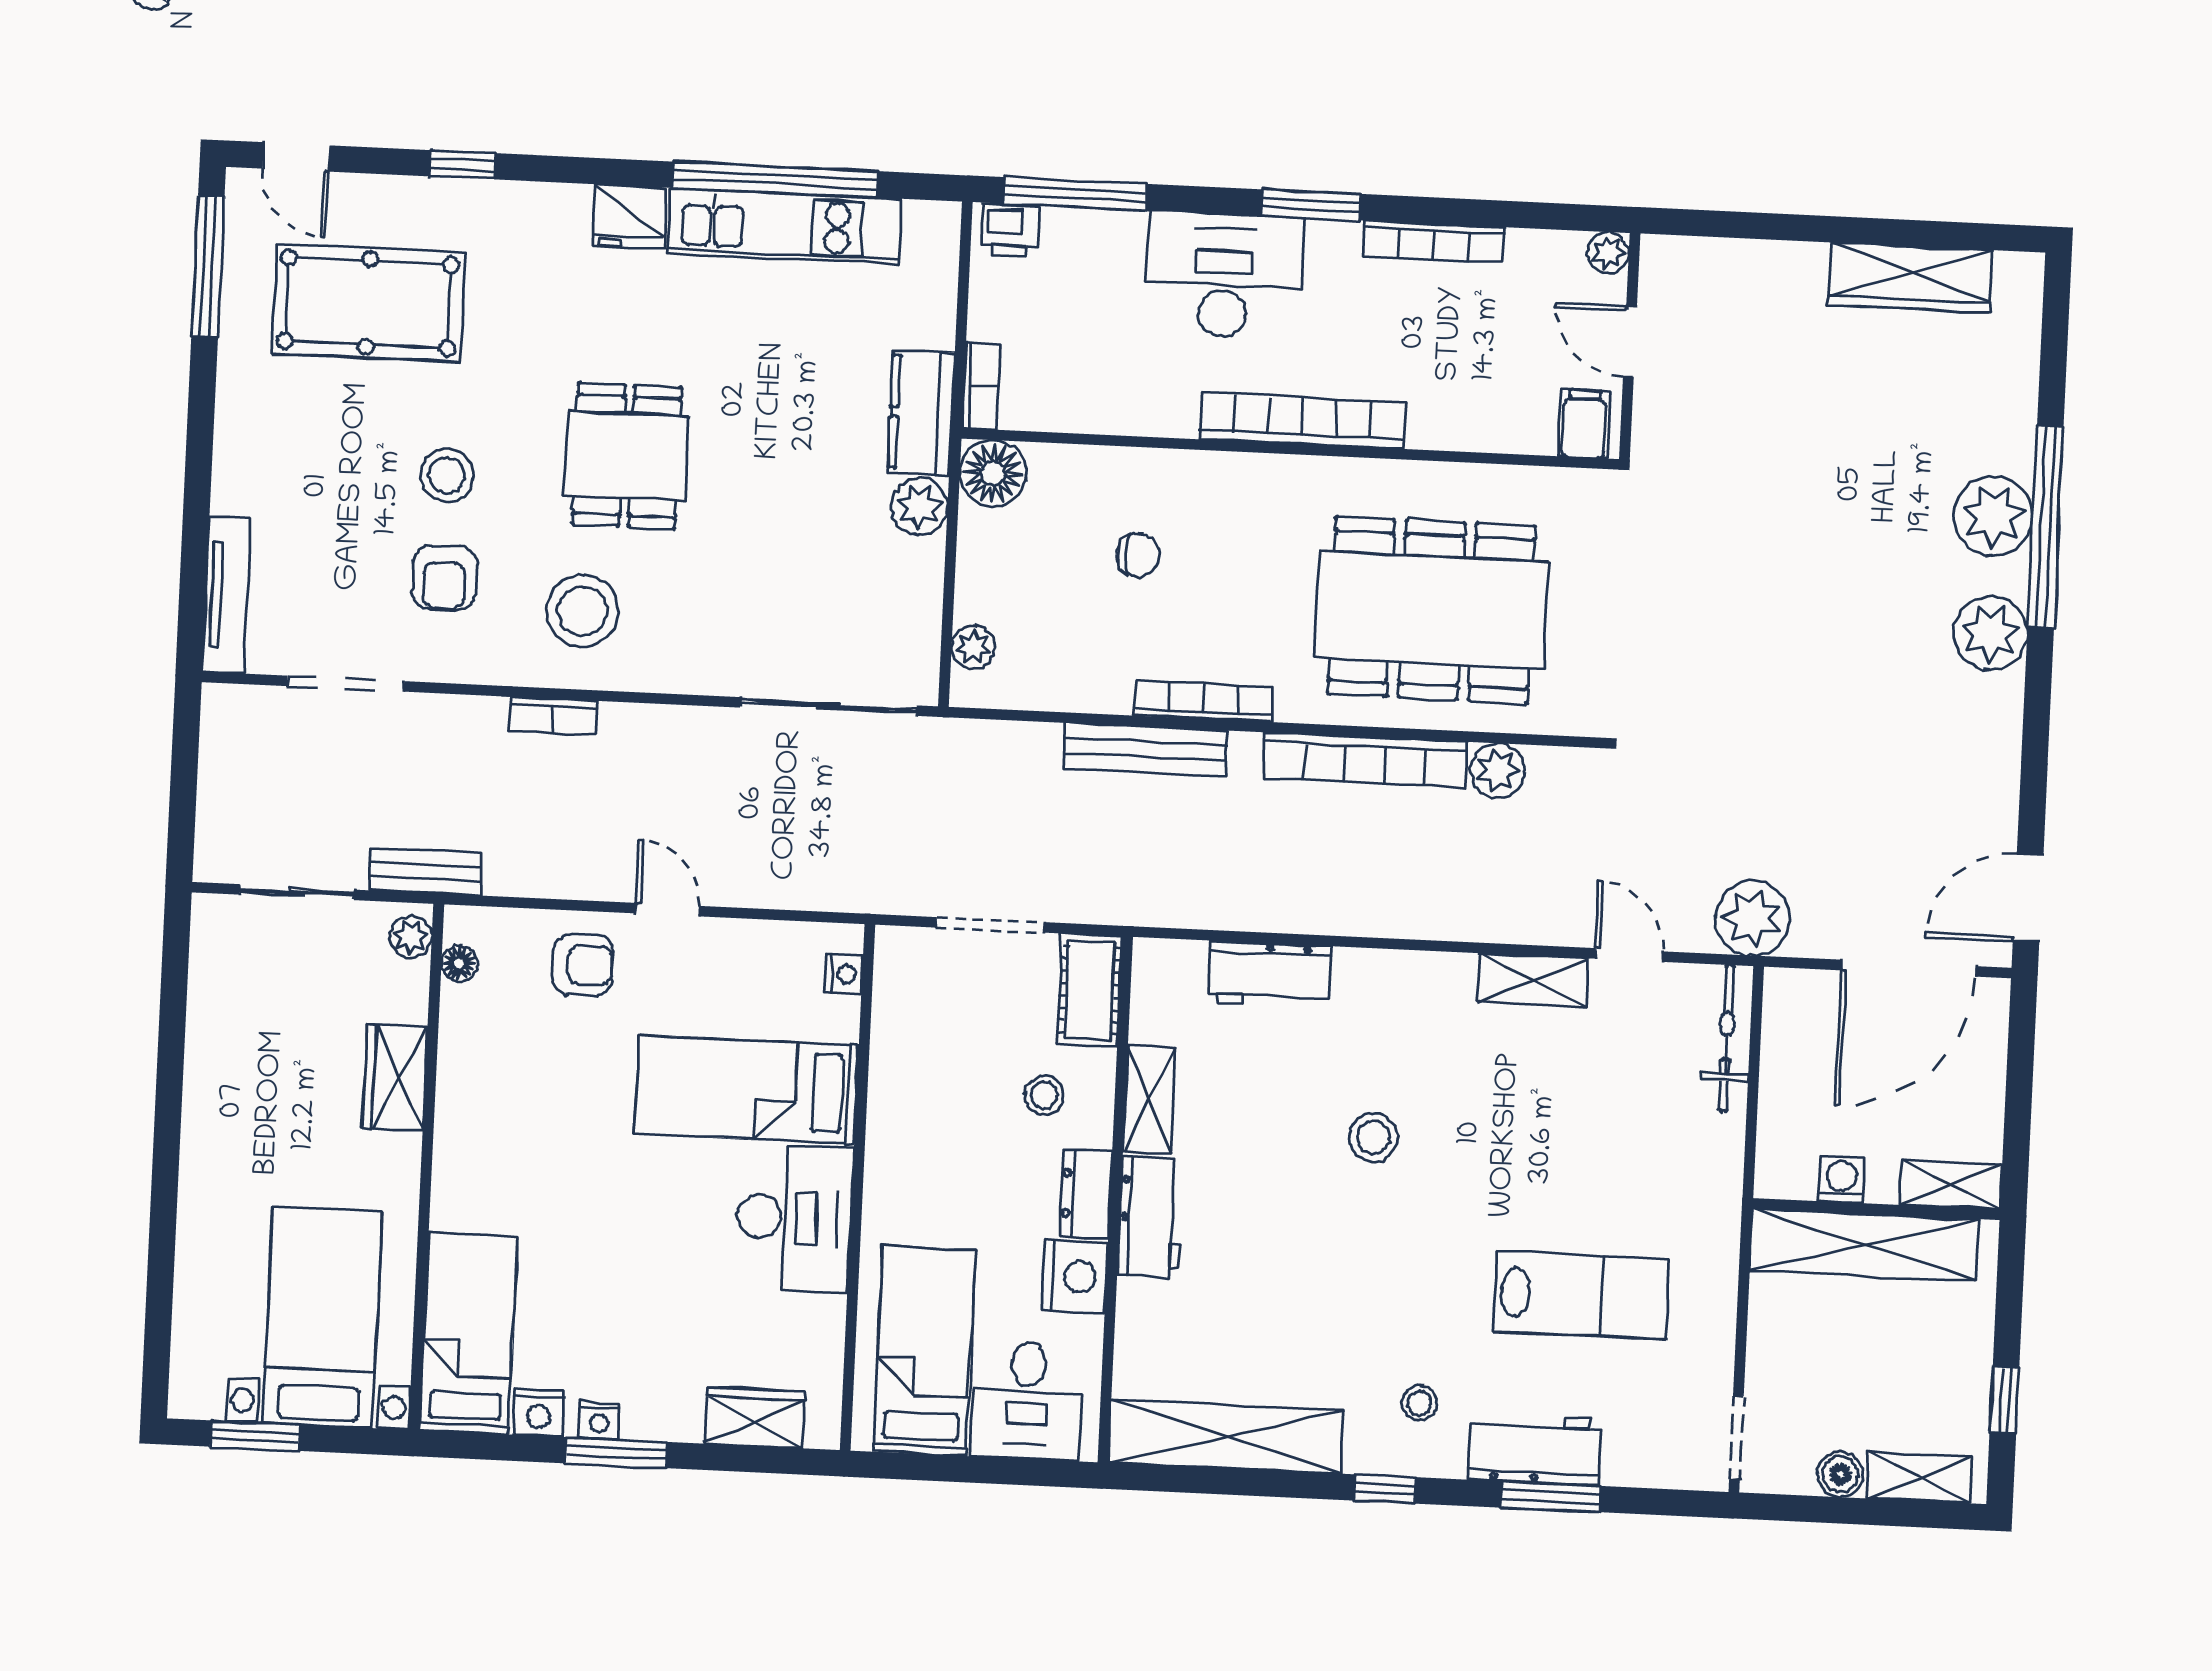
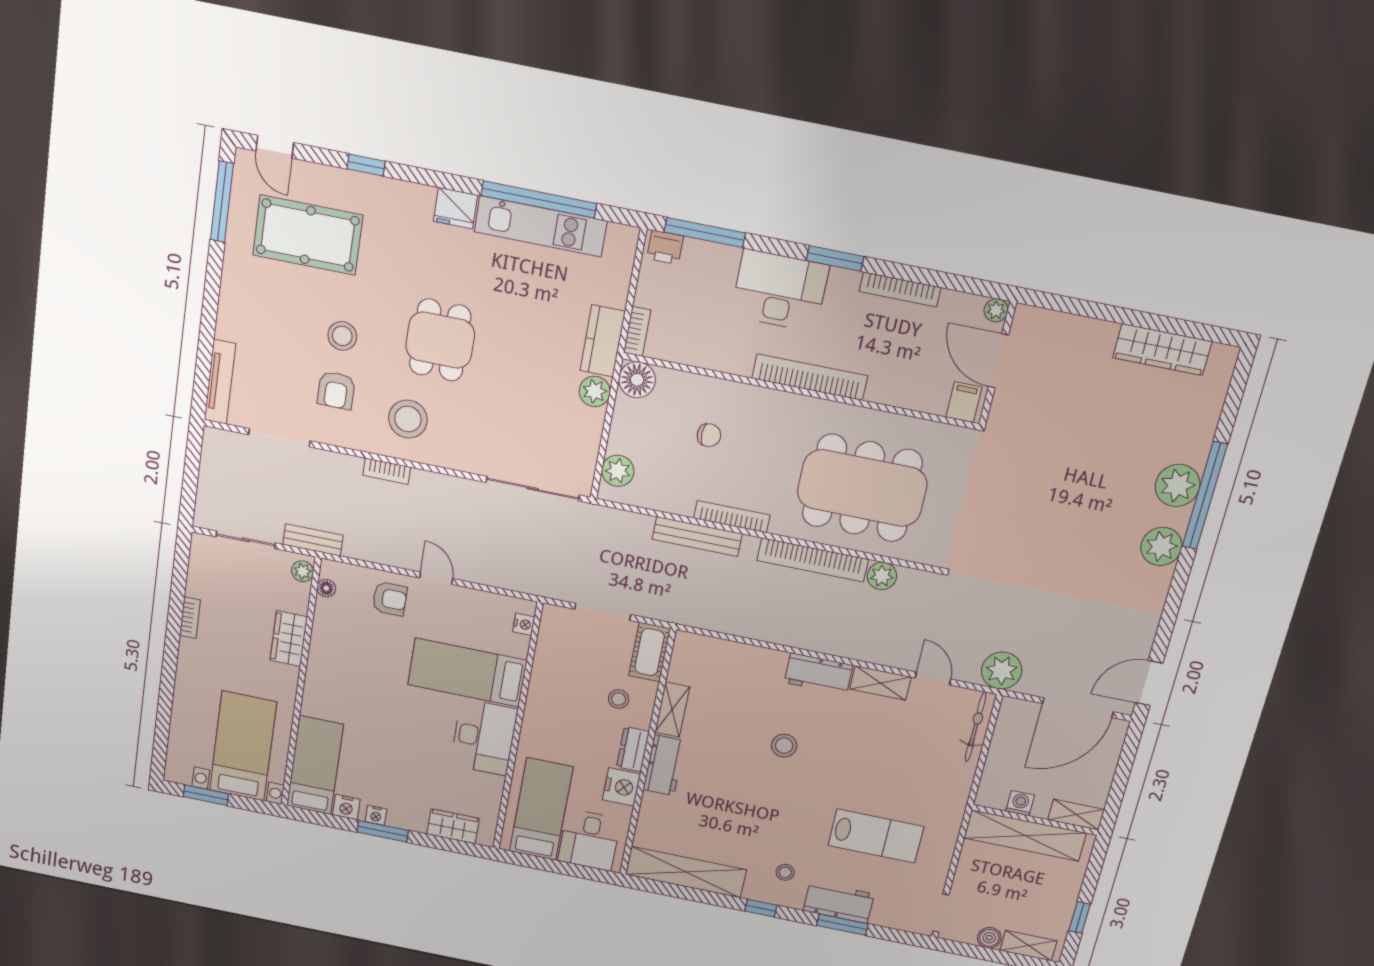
door: (1630, 341) -> (998, 361), width x1.38
plant: (973, 647) -> (618, 471), width x1.38, depth x1.38
workbench: (1270, 975) -> (818, 674), moved
bookcase: (200, 1066) -> (190, 618), added

